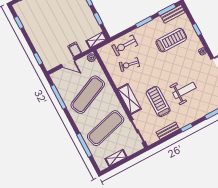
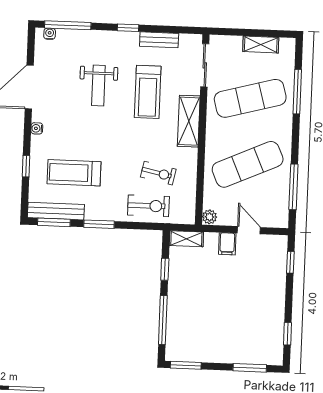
bench: (173, 14) -> (56, 211), width x1.36
weight bench: (184, 90) -> (98, 85), turned -90

